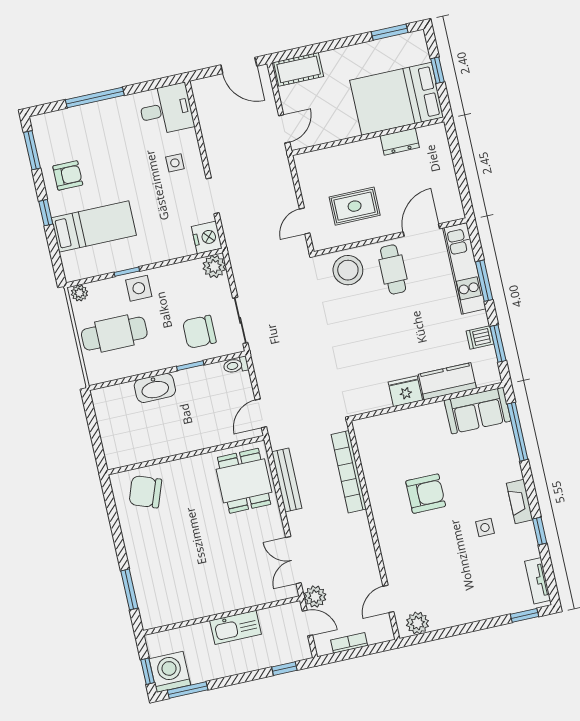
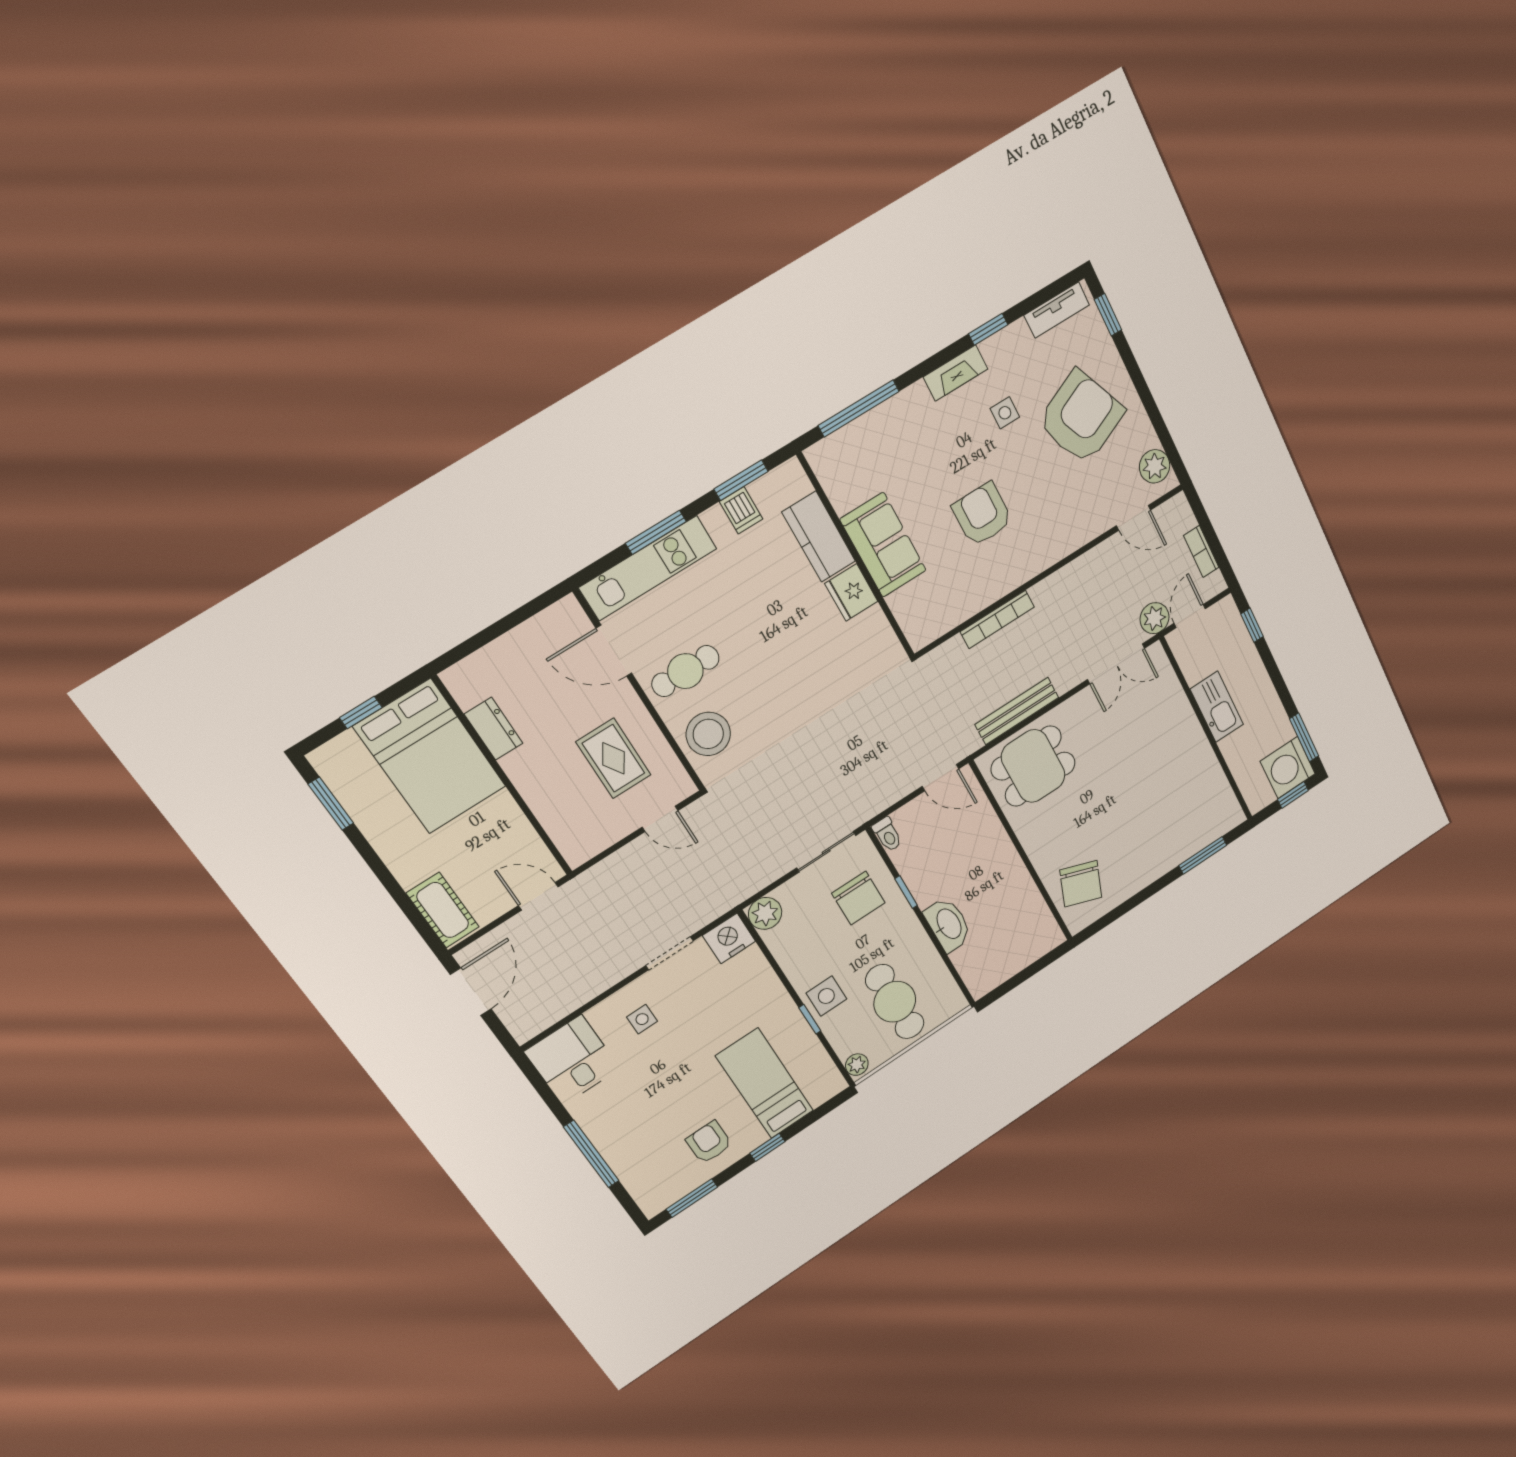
sofa: (477, 411) -> (883, 545), moved
bookcase: (349, 472) -> (997, 619), width x0.68, depth x0.76
armchair: (466, 579) -> (1081, 417), added

